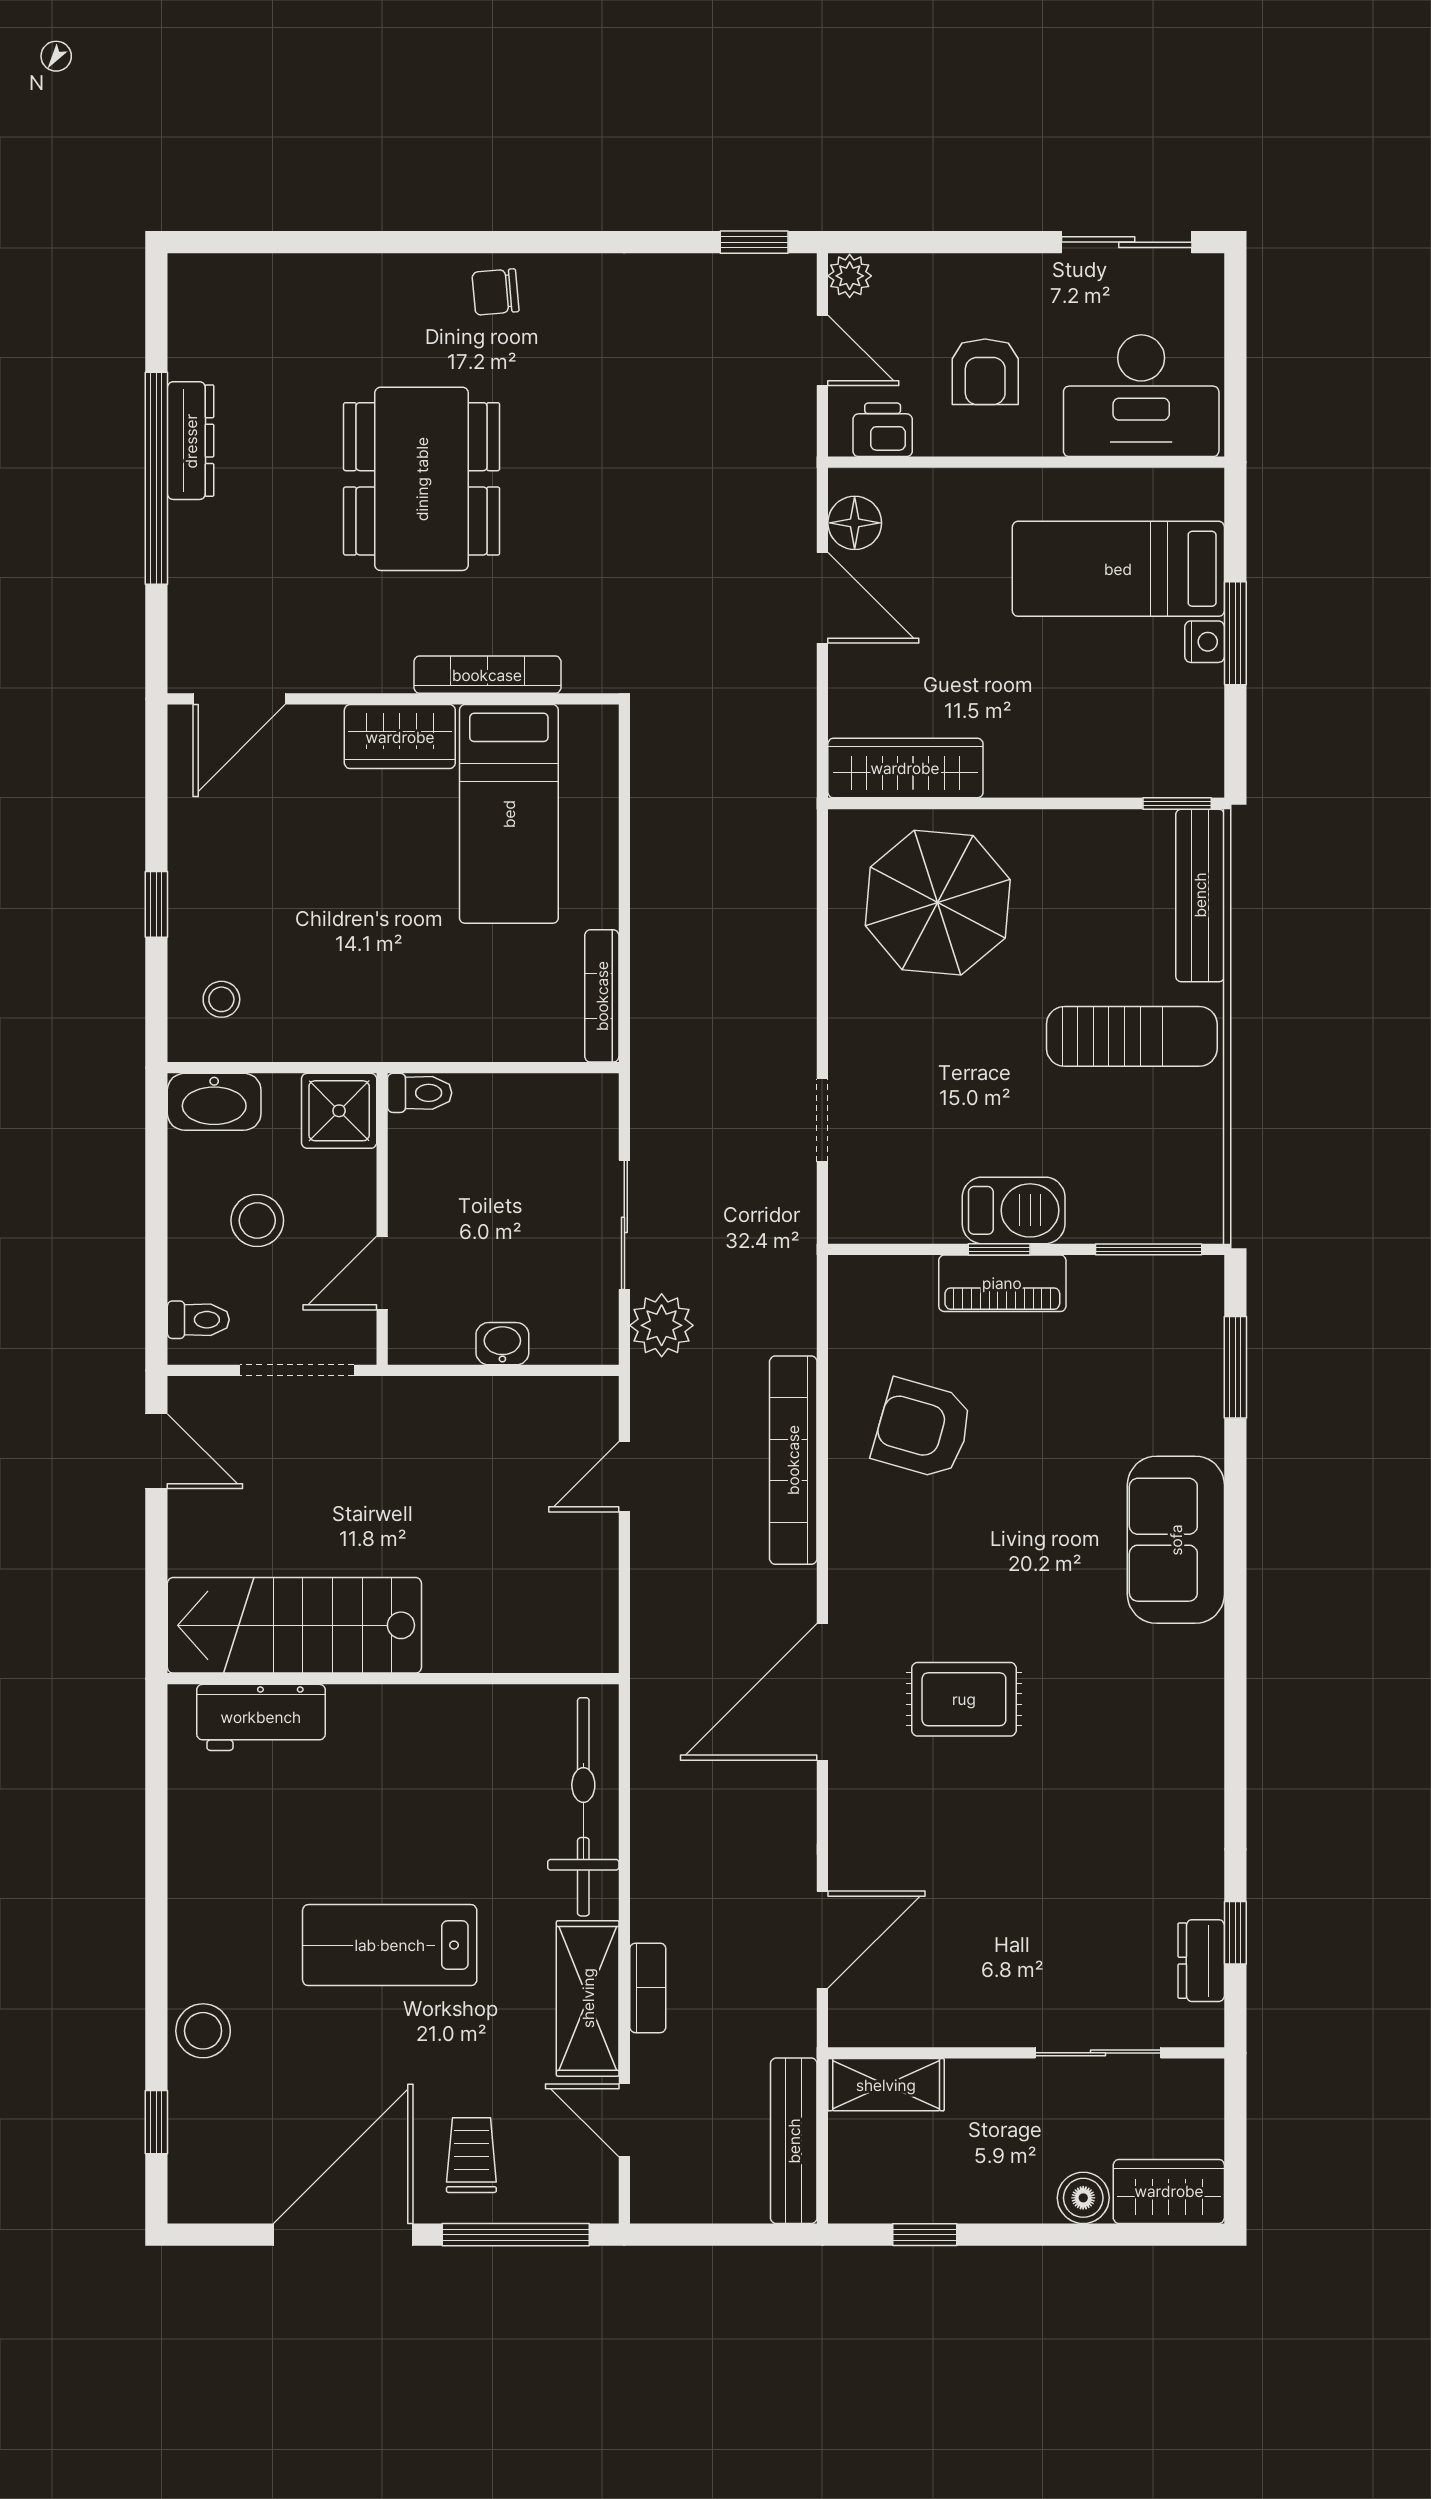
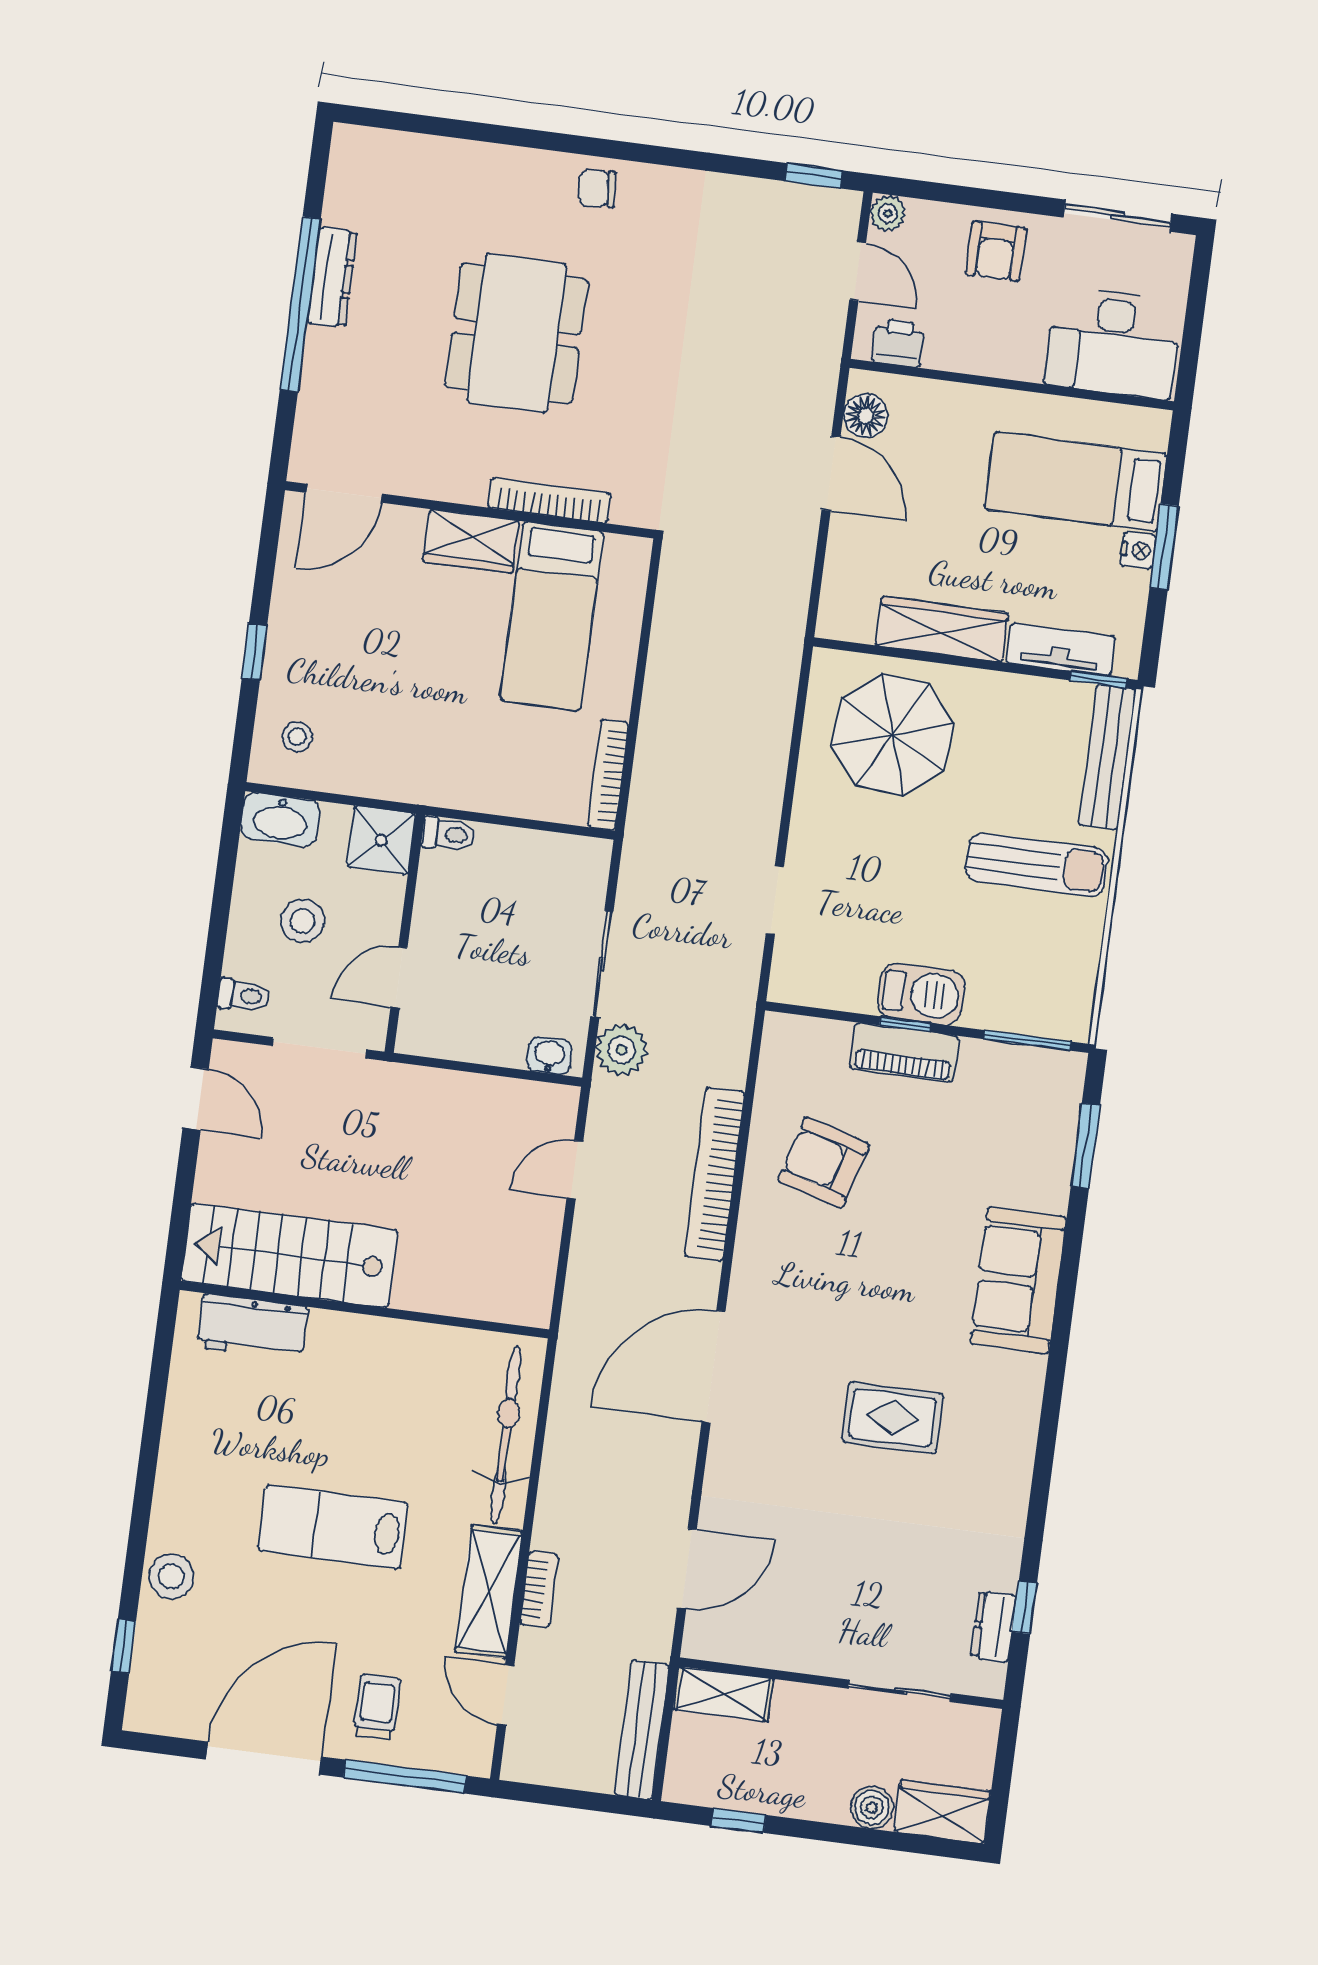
armchair: (985, 372) -> (996, 251), moved
wardrobe: (905, 768) -> (942, 629), moved
tv unit: (1127, 774) -> (1061, 650), added
washbasin: (502, 1344) -> (549, 1056), moved
rug: (964, 1699) -> (893, 1418), moved

